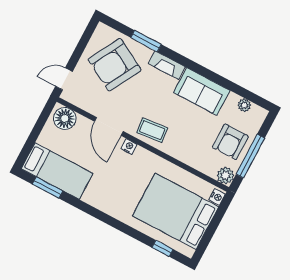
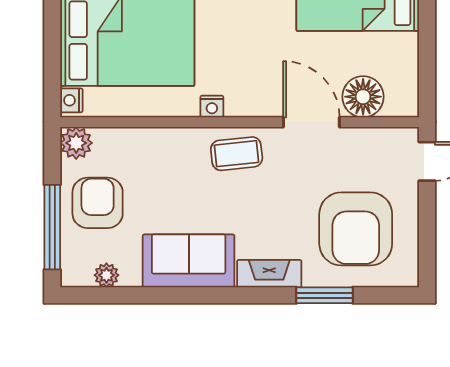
armchair: (115, 65) -> (356, 229), turned 151
floor lamp: (65, 118) -> (363, 97), moved
nightstand: (129, 147) -> (212, 106), moved
window: (250, 156) -> (52, 227), moved

